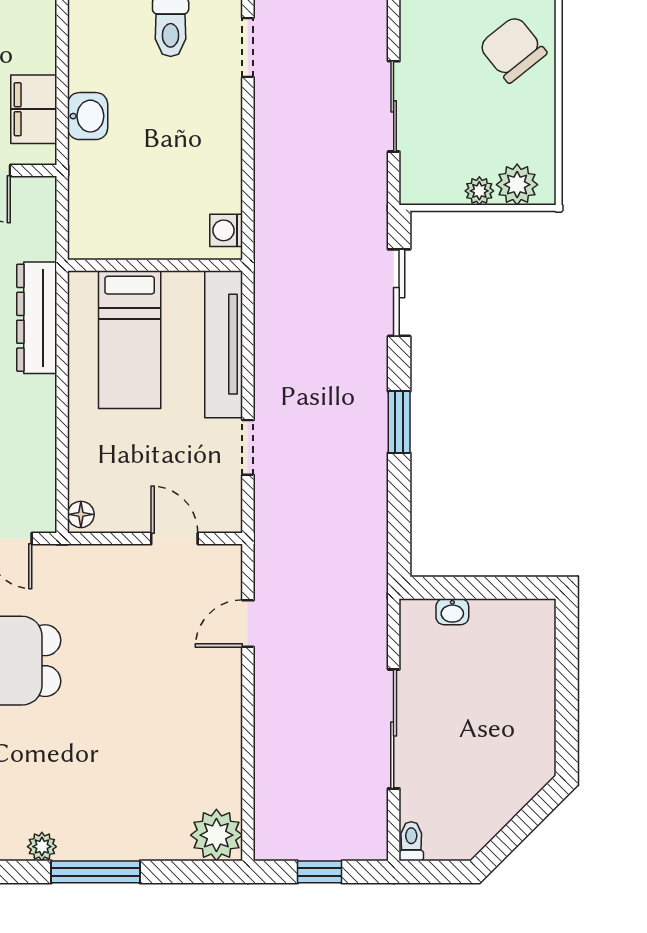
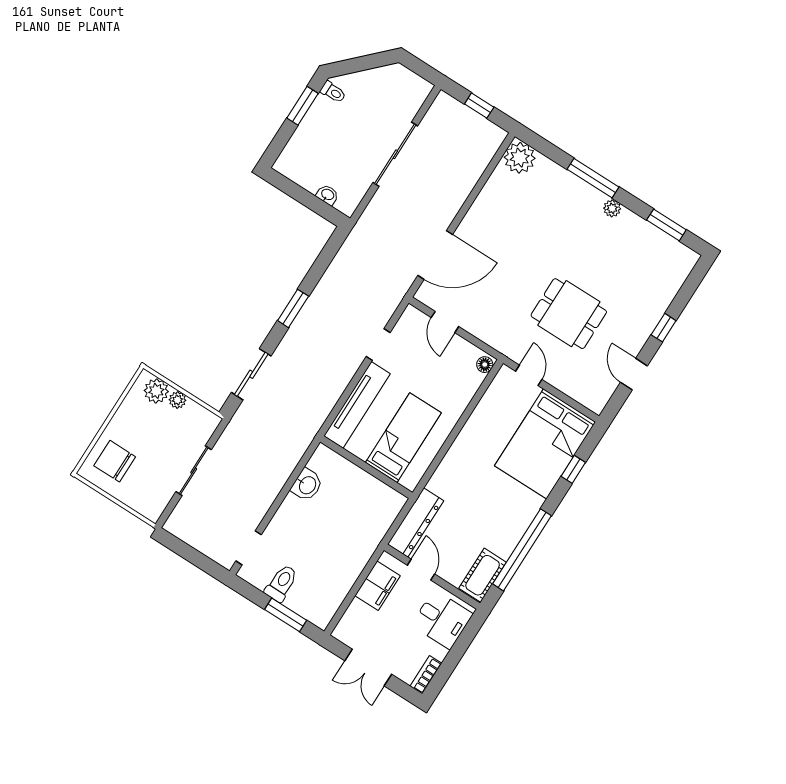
chair: (513, 49) -> (115, 461), turned 129
washbasin: (88, 116) -> (307, 485), moved, turned 180
washing machine: (226, 230) -> (319, 462), removed
dresser: (37, 318) -> (416, 522), moved
door: (248, 624) -> (435, 255), width x1.88
window: (567, 714) -> (302, 106), added
toilet: (411, 841) -> (333, 92), moved, turned -90

